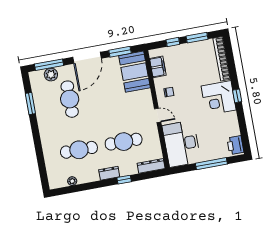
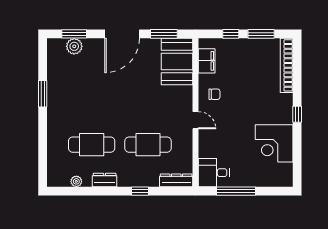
window: (49, 65) -> (74, 34), width x0.69
corner desk: (219, 98) -> (274, 143), moved
cafe table: (70, 99) -> (92, 81), removed
window: (30, 103) -> (43, 94), moved
desk: (182, 144) -> (214, 173), width x0.53, depth x0.77
printer: (235, 145) -> (284, 174), removed
window: (211, 164) -> (236, 191), moved
dresser: (109, 173) -> (105, 180), moved

